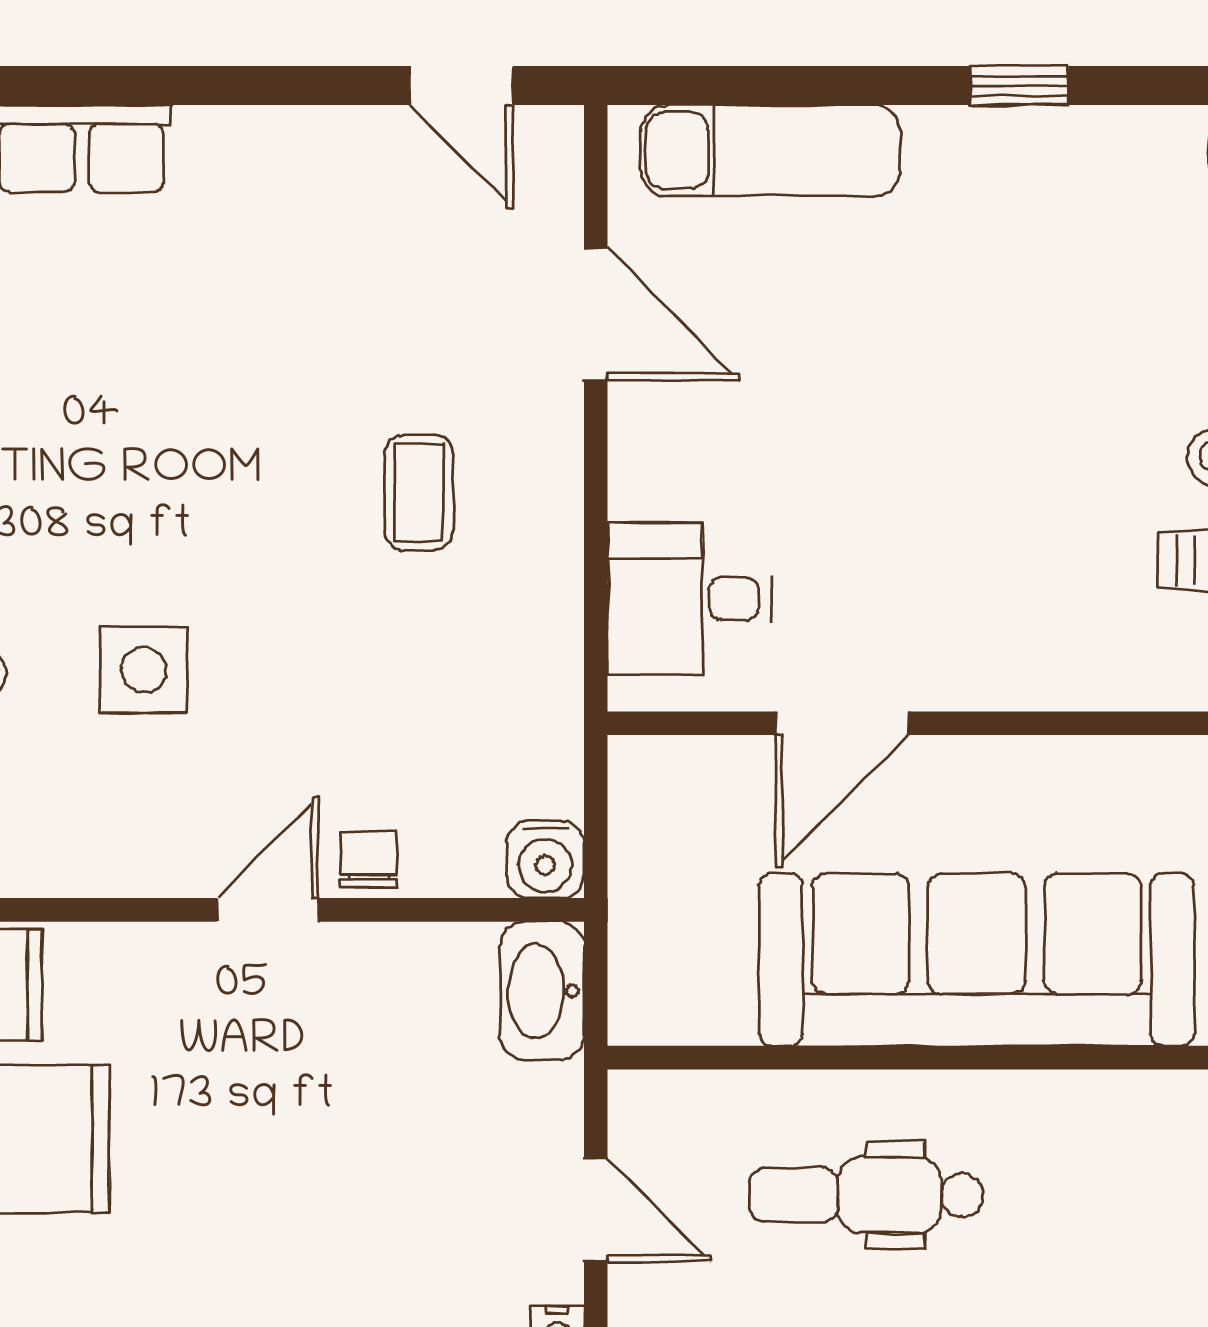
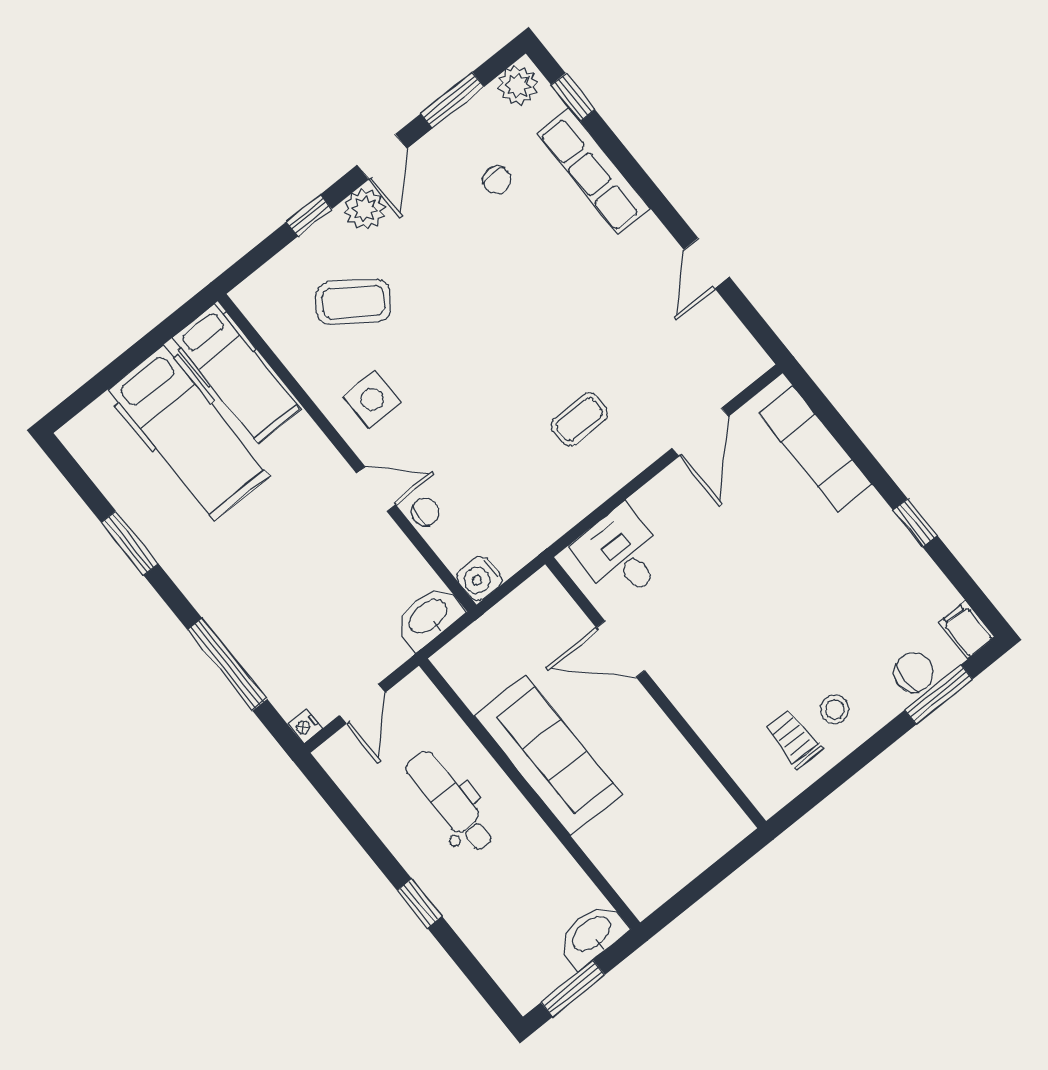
door: (461, 86) -> (707, 263), moved
side table: (144, 670) -> (372, 399), moved
sofa: (977, 960) -> (548, 755), width x0.74, depth x0.79

